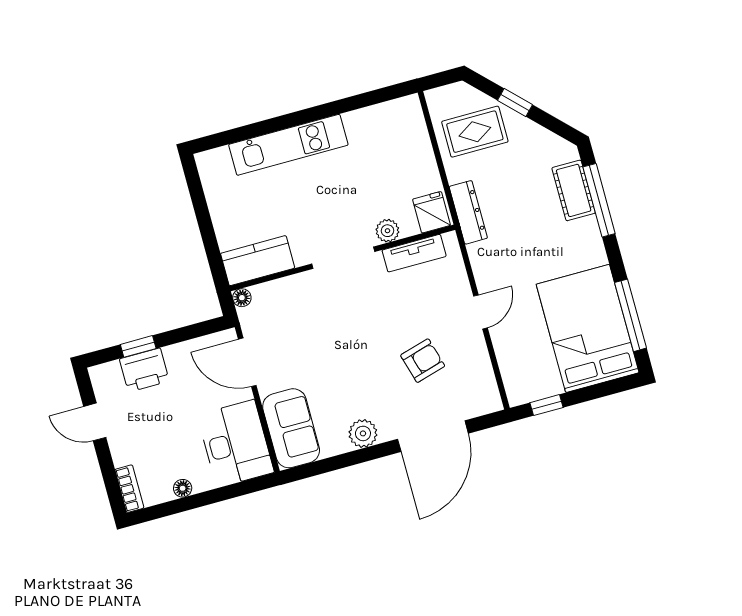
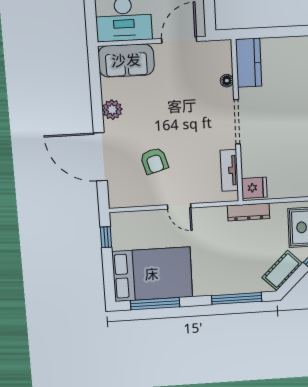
cot: (574, 190) -> (282, 271), moved, turned -45
plant: (387, 231) -> (249, 156), removed
floor lamp: (242, 298) -> (227, 81), moved

